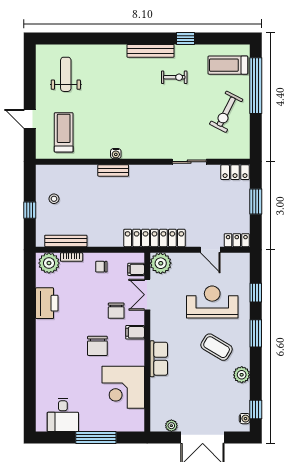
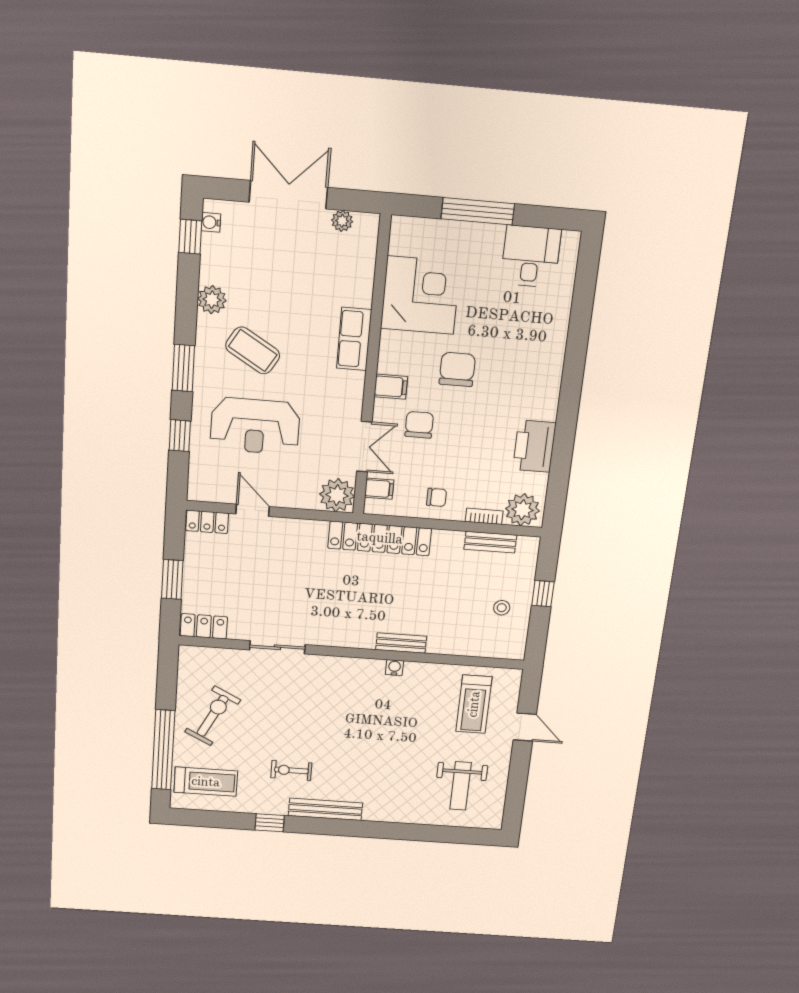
locker: (154, 238) -> (380, 538), moved
bench: (66, 241) -> (490, 542), width x0.73

